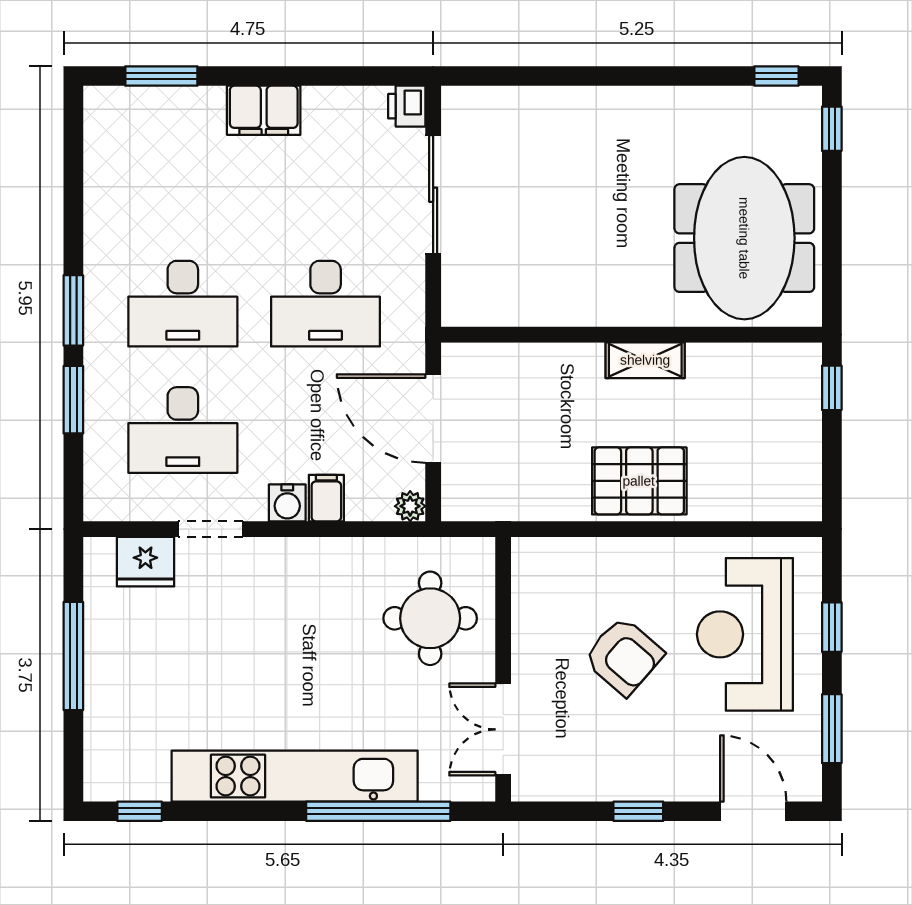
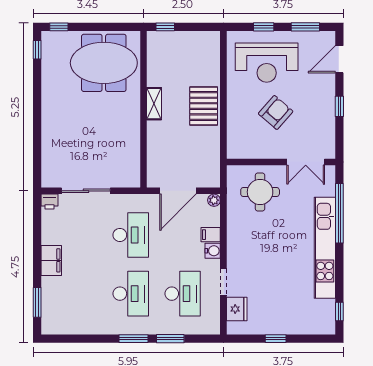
window: (73, 656) -> (276, 339), width x0.46

